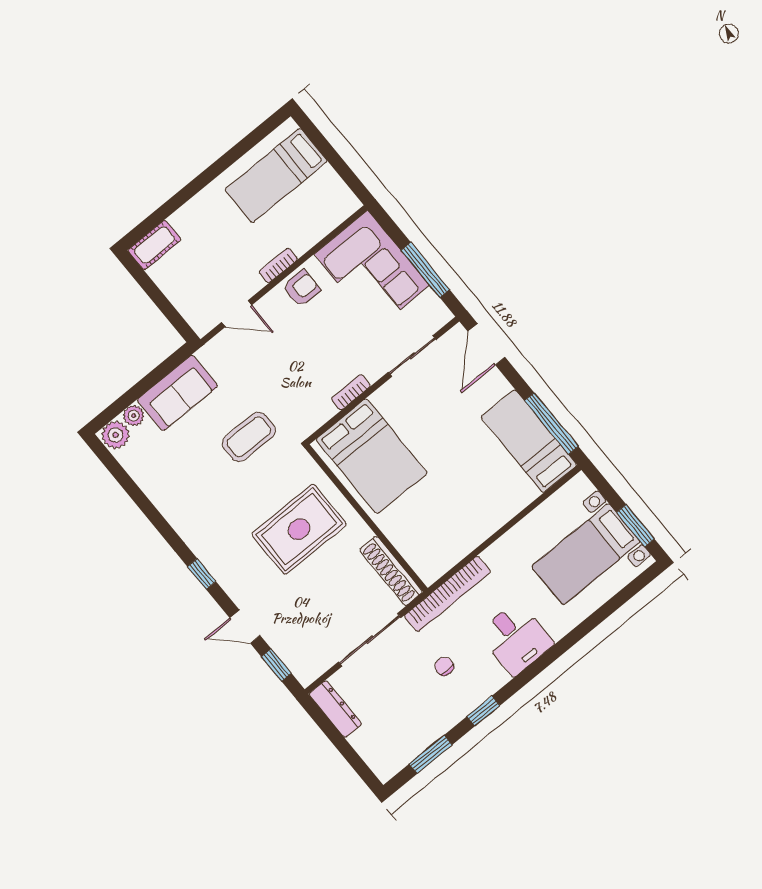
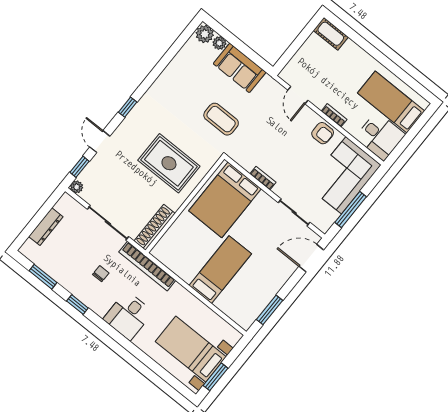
desk: (324, 203) -> (380, 136), added
window: (551, 423) -> (269, 310), width x0.69
bed: (529, 441) -> (220, 270), moved
plant: (306, 676) -> (77, 187), added
dresser: (335, 709) -> (46, 227), moved

